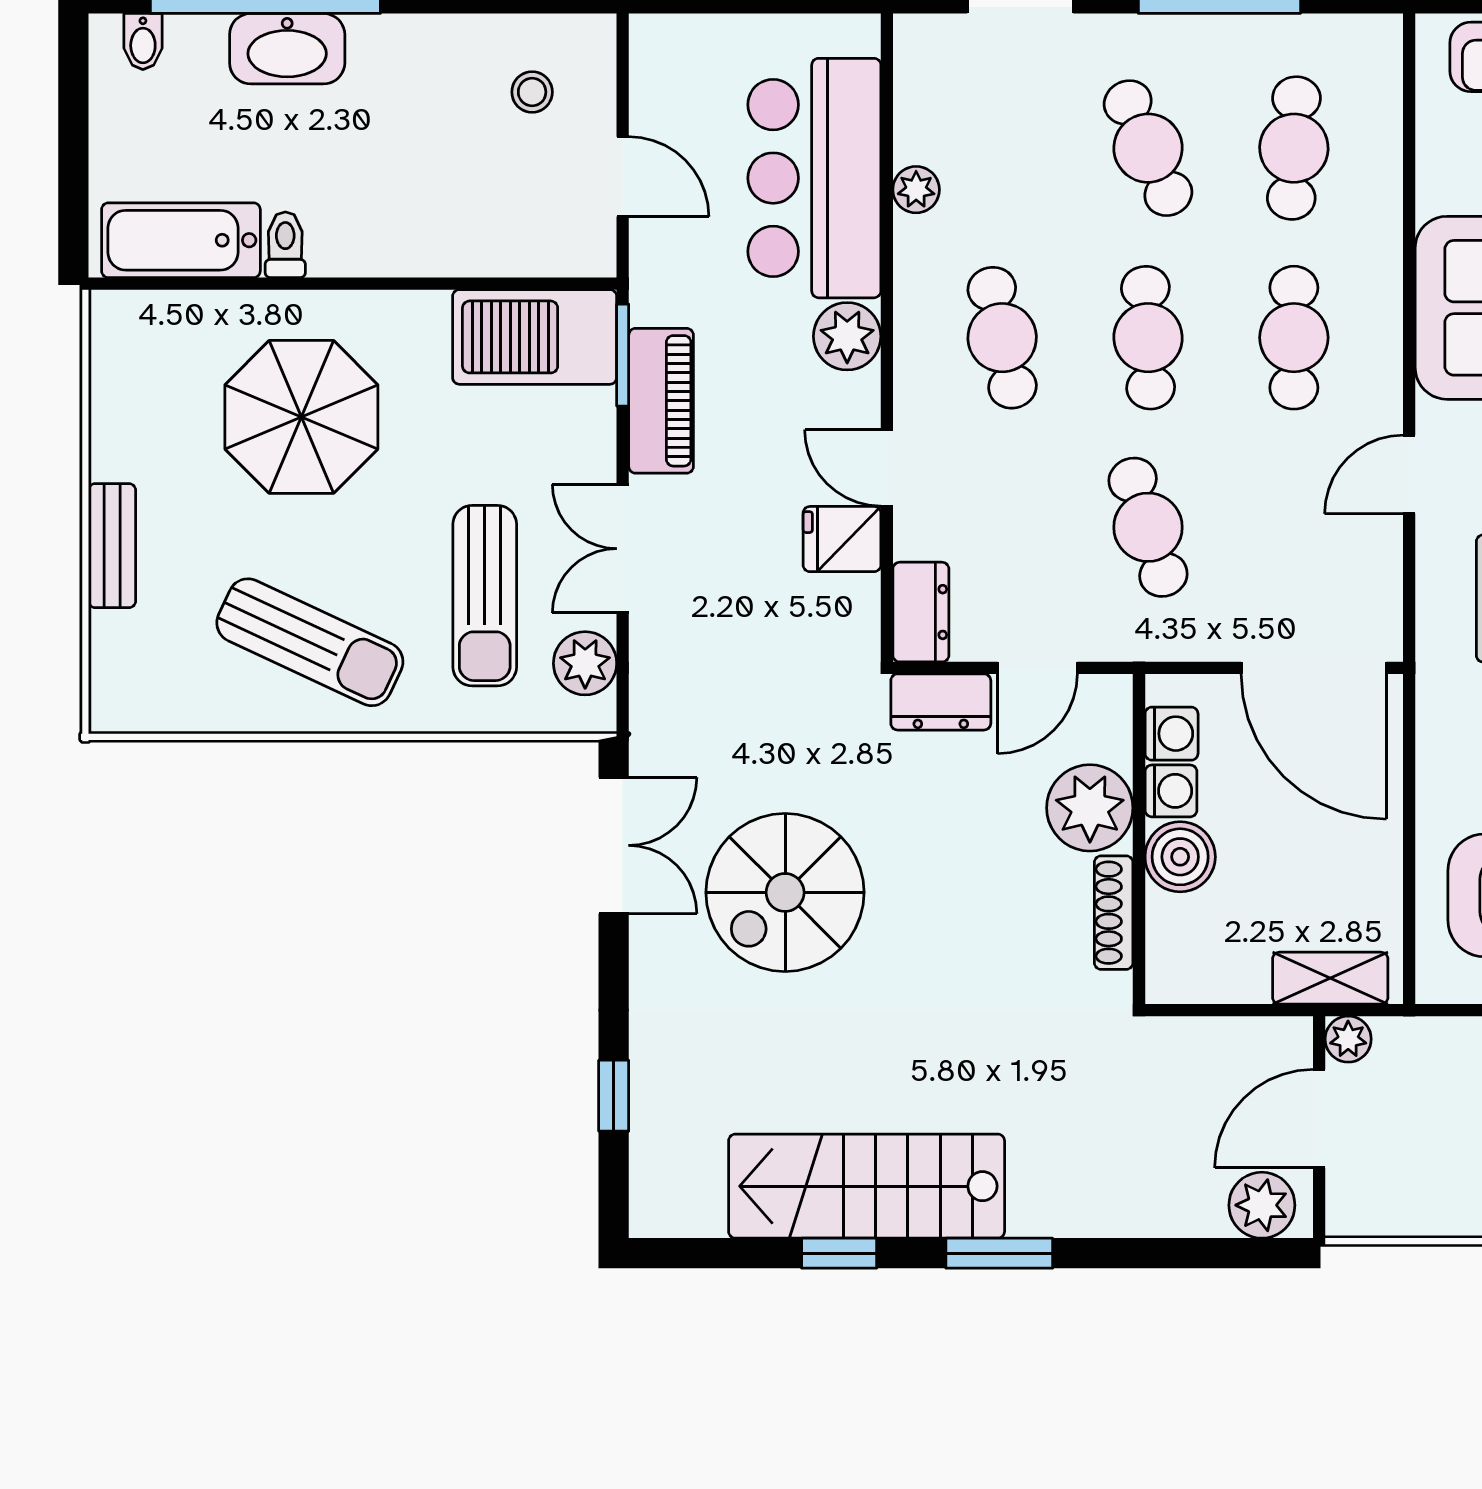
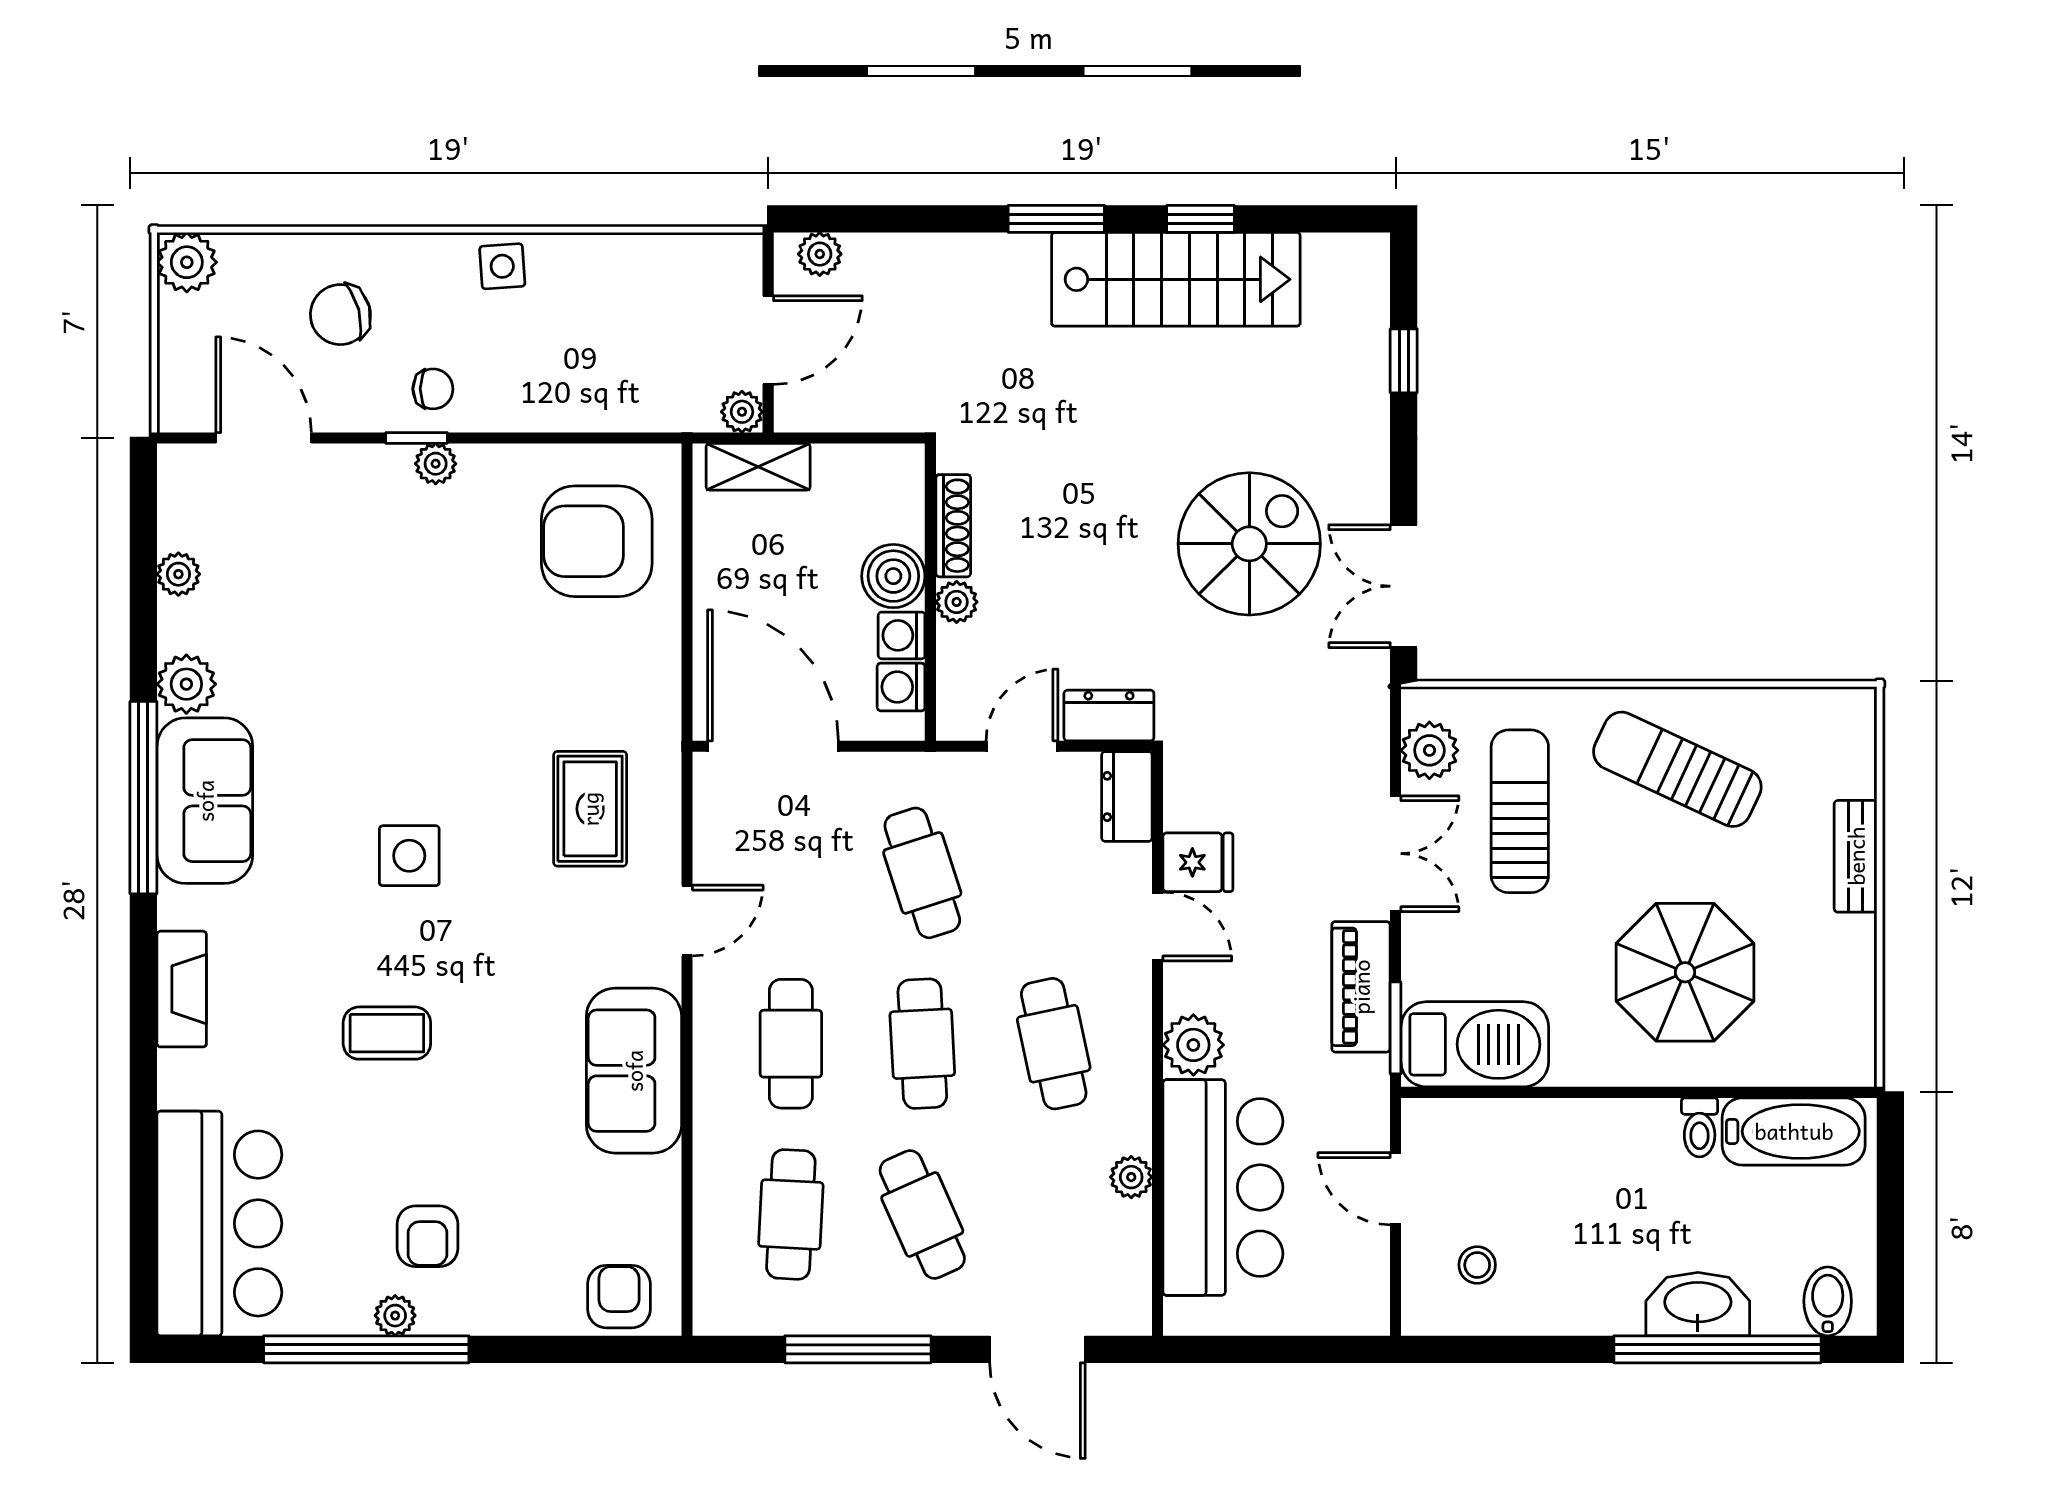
bidet: (143, 42) -> (1828, 1301), width x1.38, depth x1.36
plant: (1090, 808) -> (957, 602), width x0.53, depth x0.53
plant: (1262, 1205) -> (820, 254), width x0.73, depth x0.73

